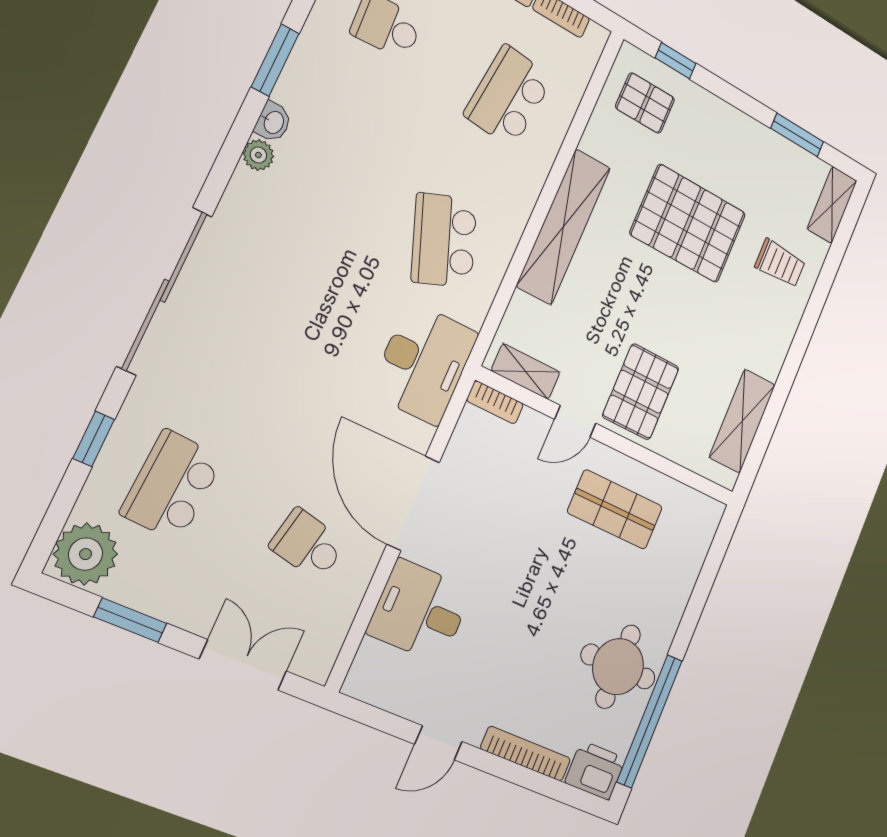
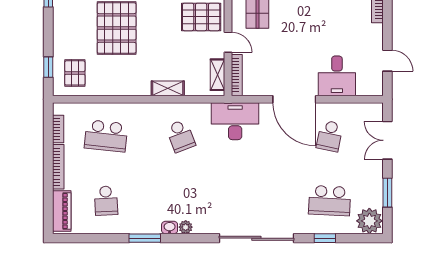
shelving: (564, 227) -> (168, 88), width x0.45, depth x0.75
school desk: (444, 240) -> (181, 136), width x0.54
bookcase: (495, 402) -> (237, 75), width x1.56
door: (413, 503) -> (294, 99), hinge flipped
door: (438, 743) -> (387, 61), moved

